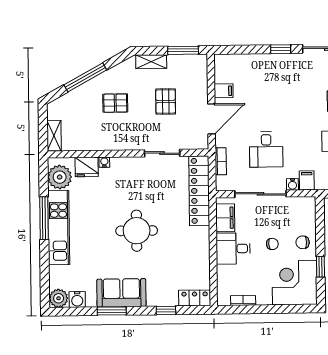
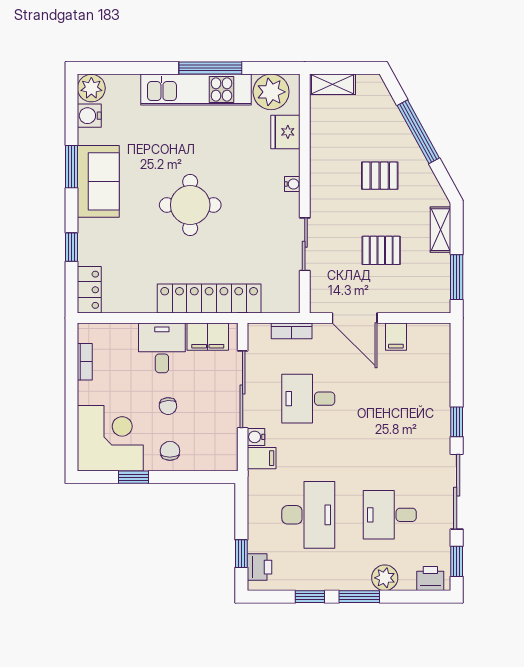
pallet: (115, 103) -> (380, 176), turned 90
water cooler: (104, 162) -> (292, 184), moved
locker: (199, 191) -> (209, 299), moved

